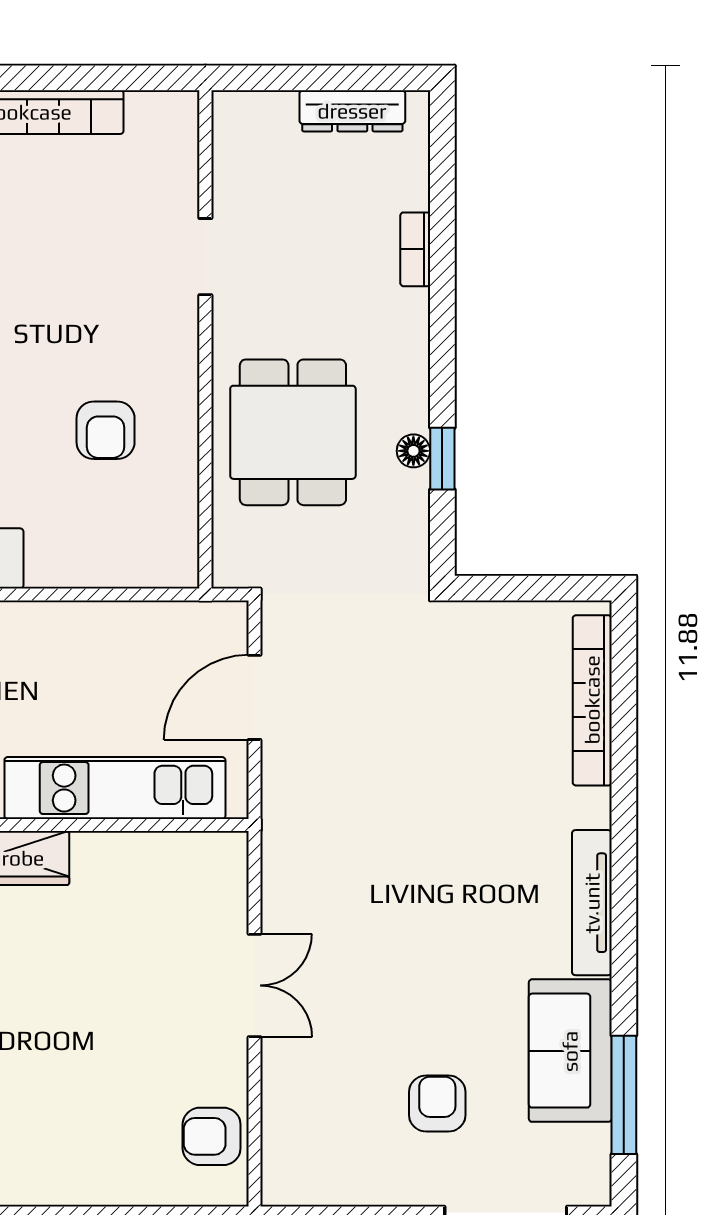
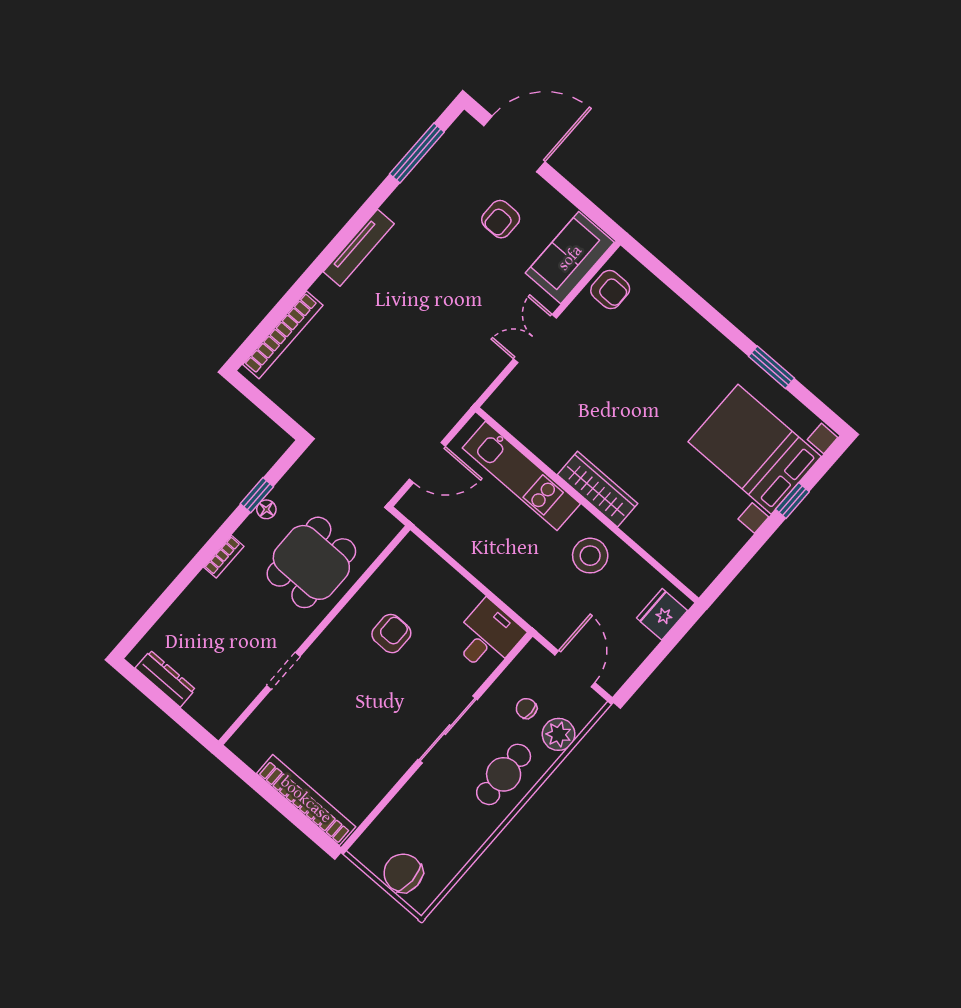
bookcase: (415, 249) -> (224, 557), moved
sofa: (570, 1051) -> (570, 258), moved, turned 180

